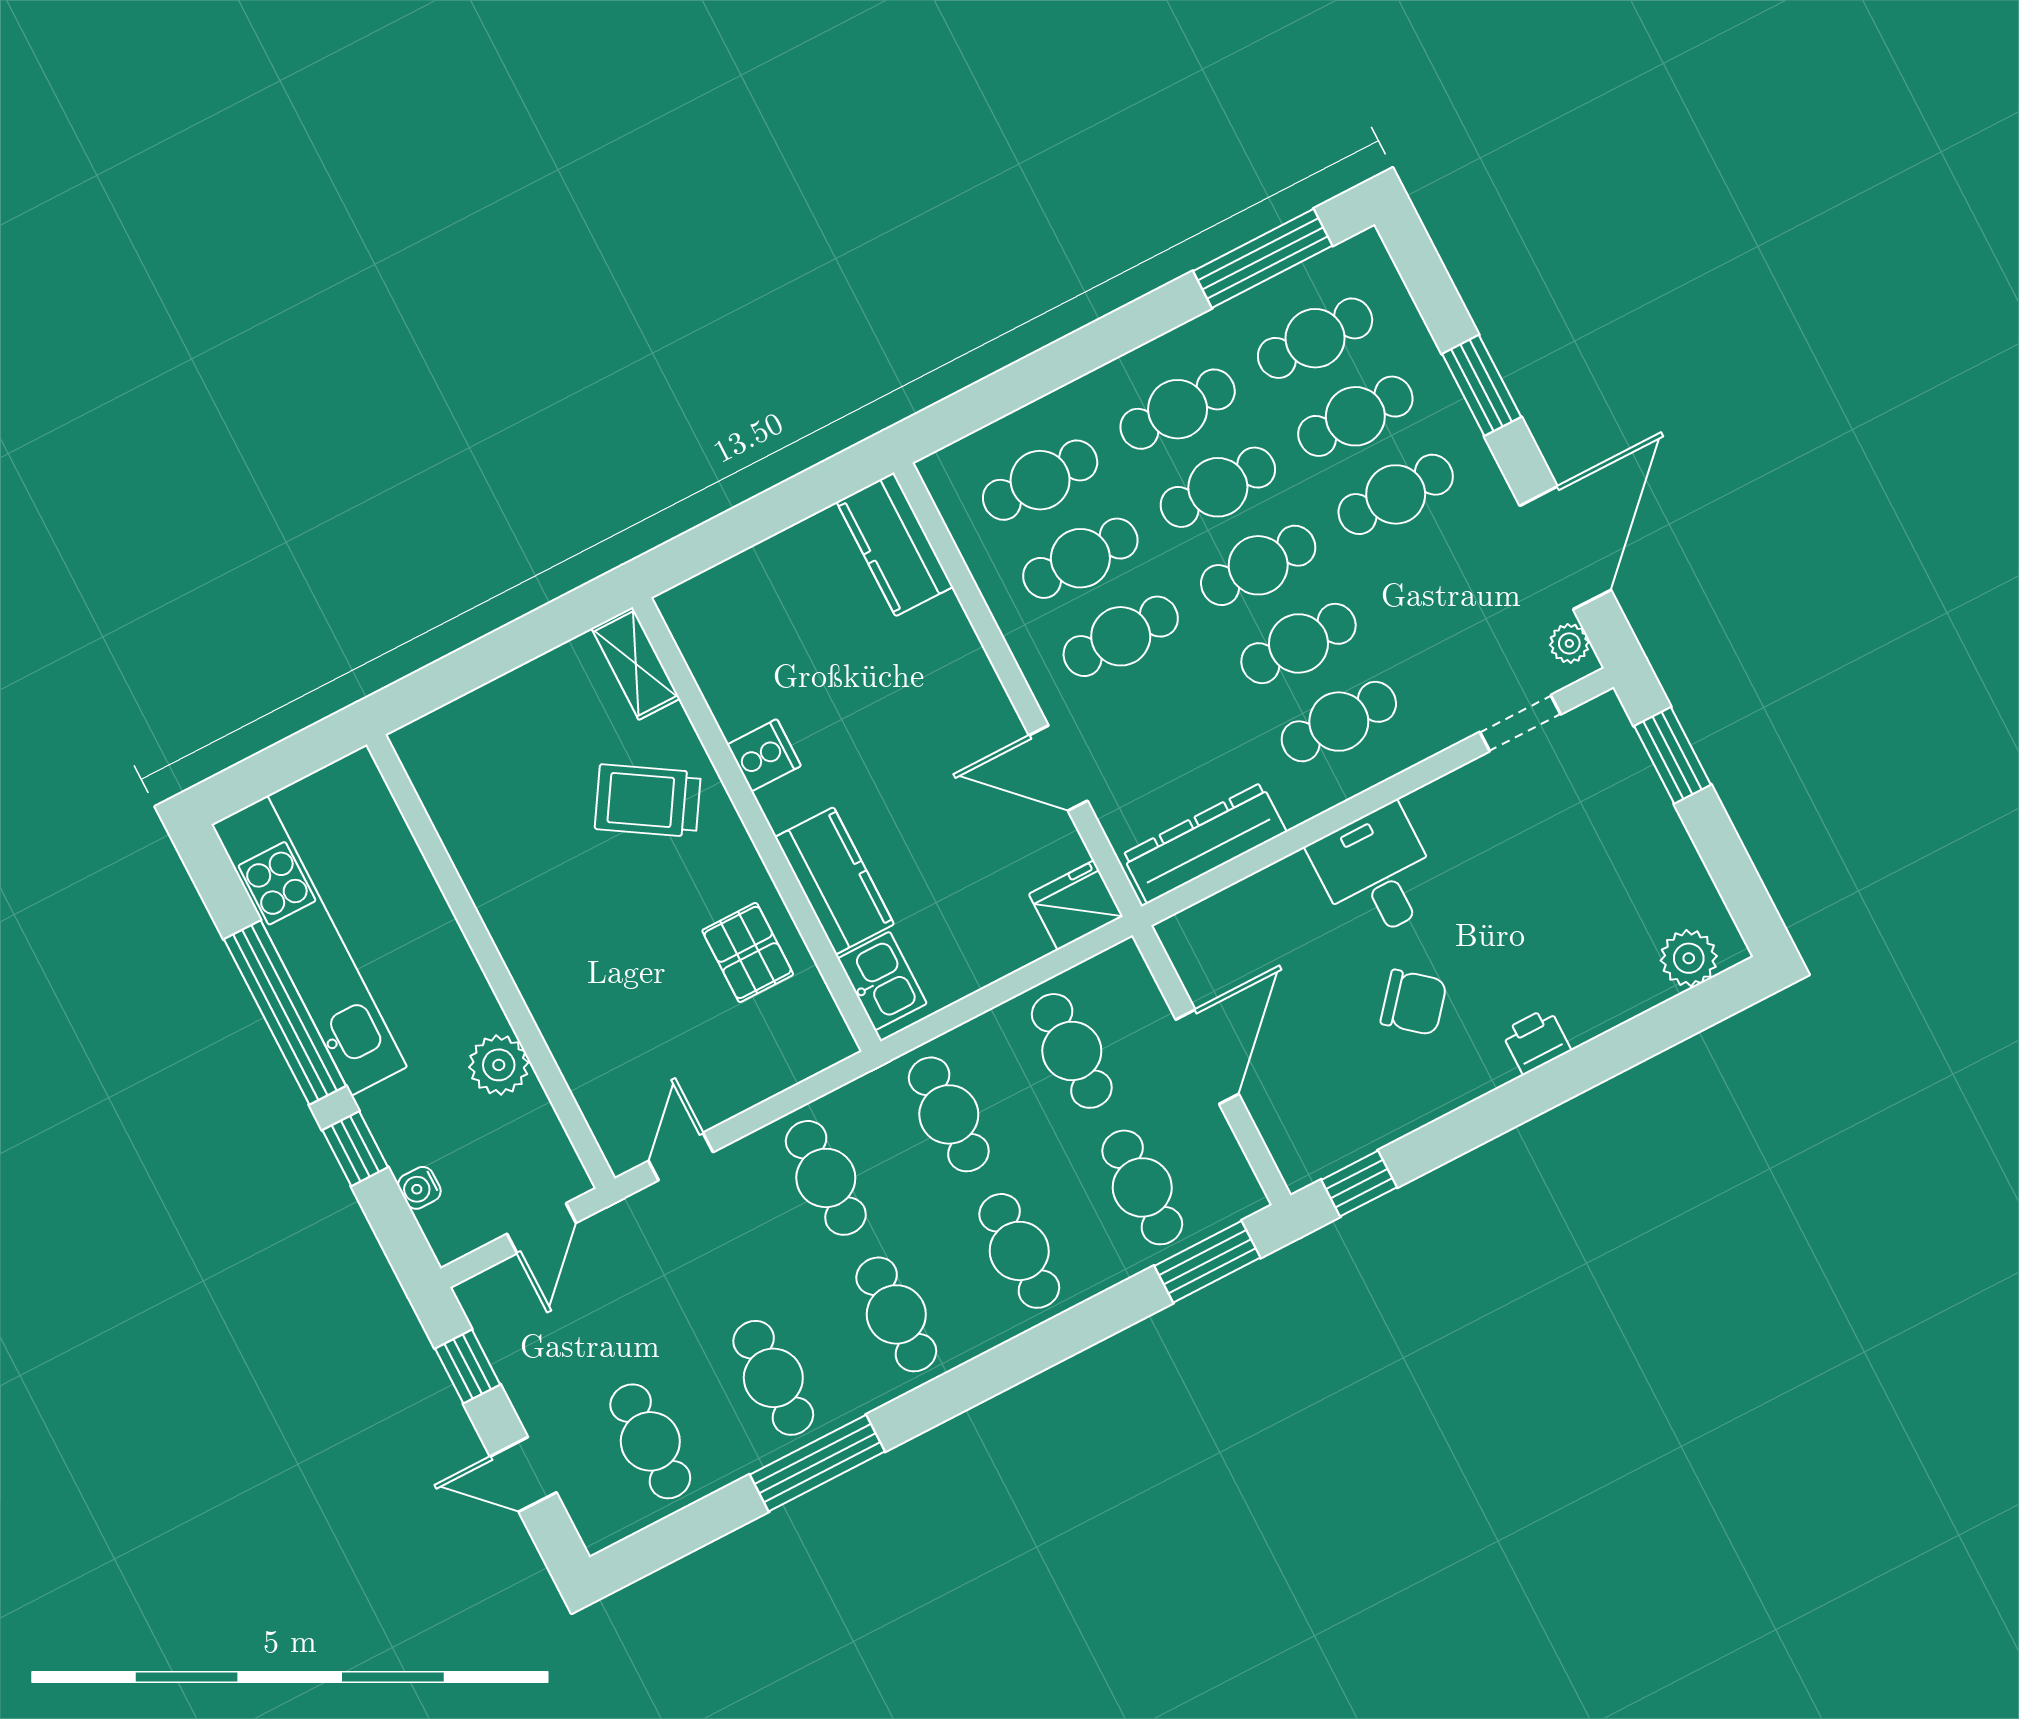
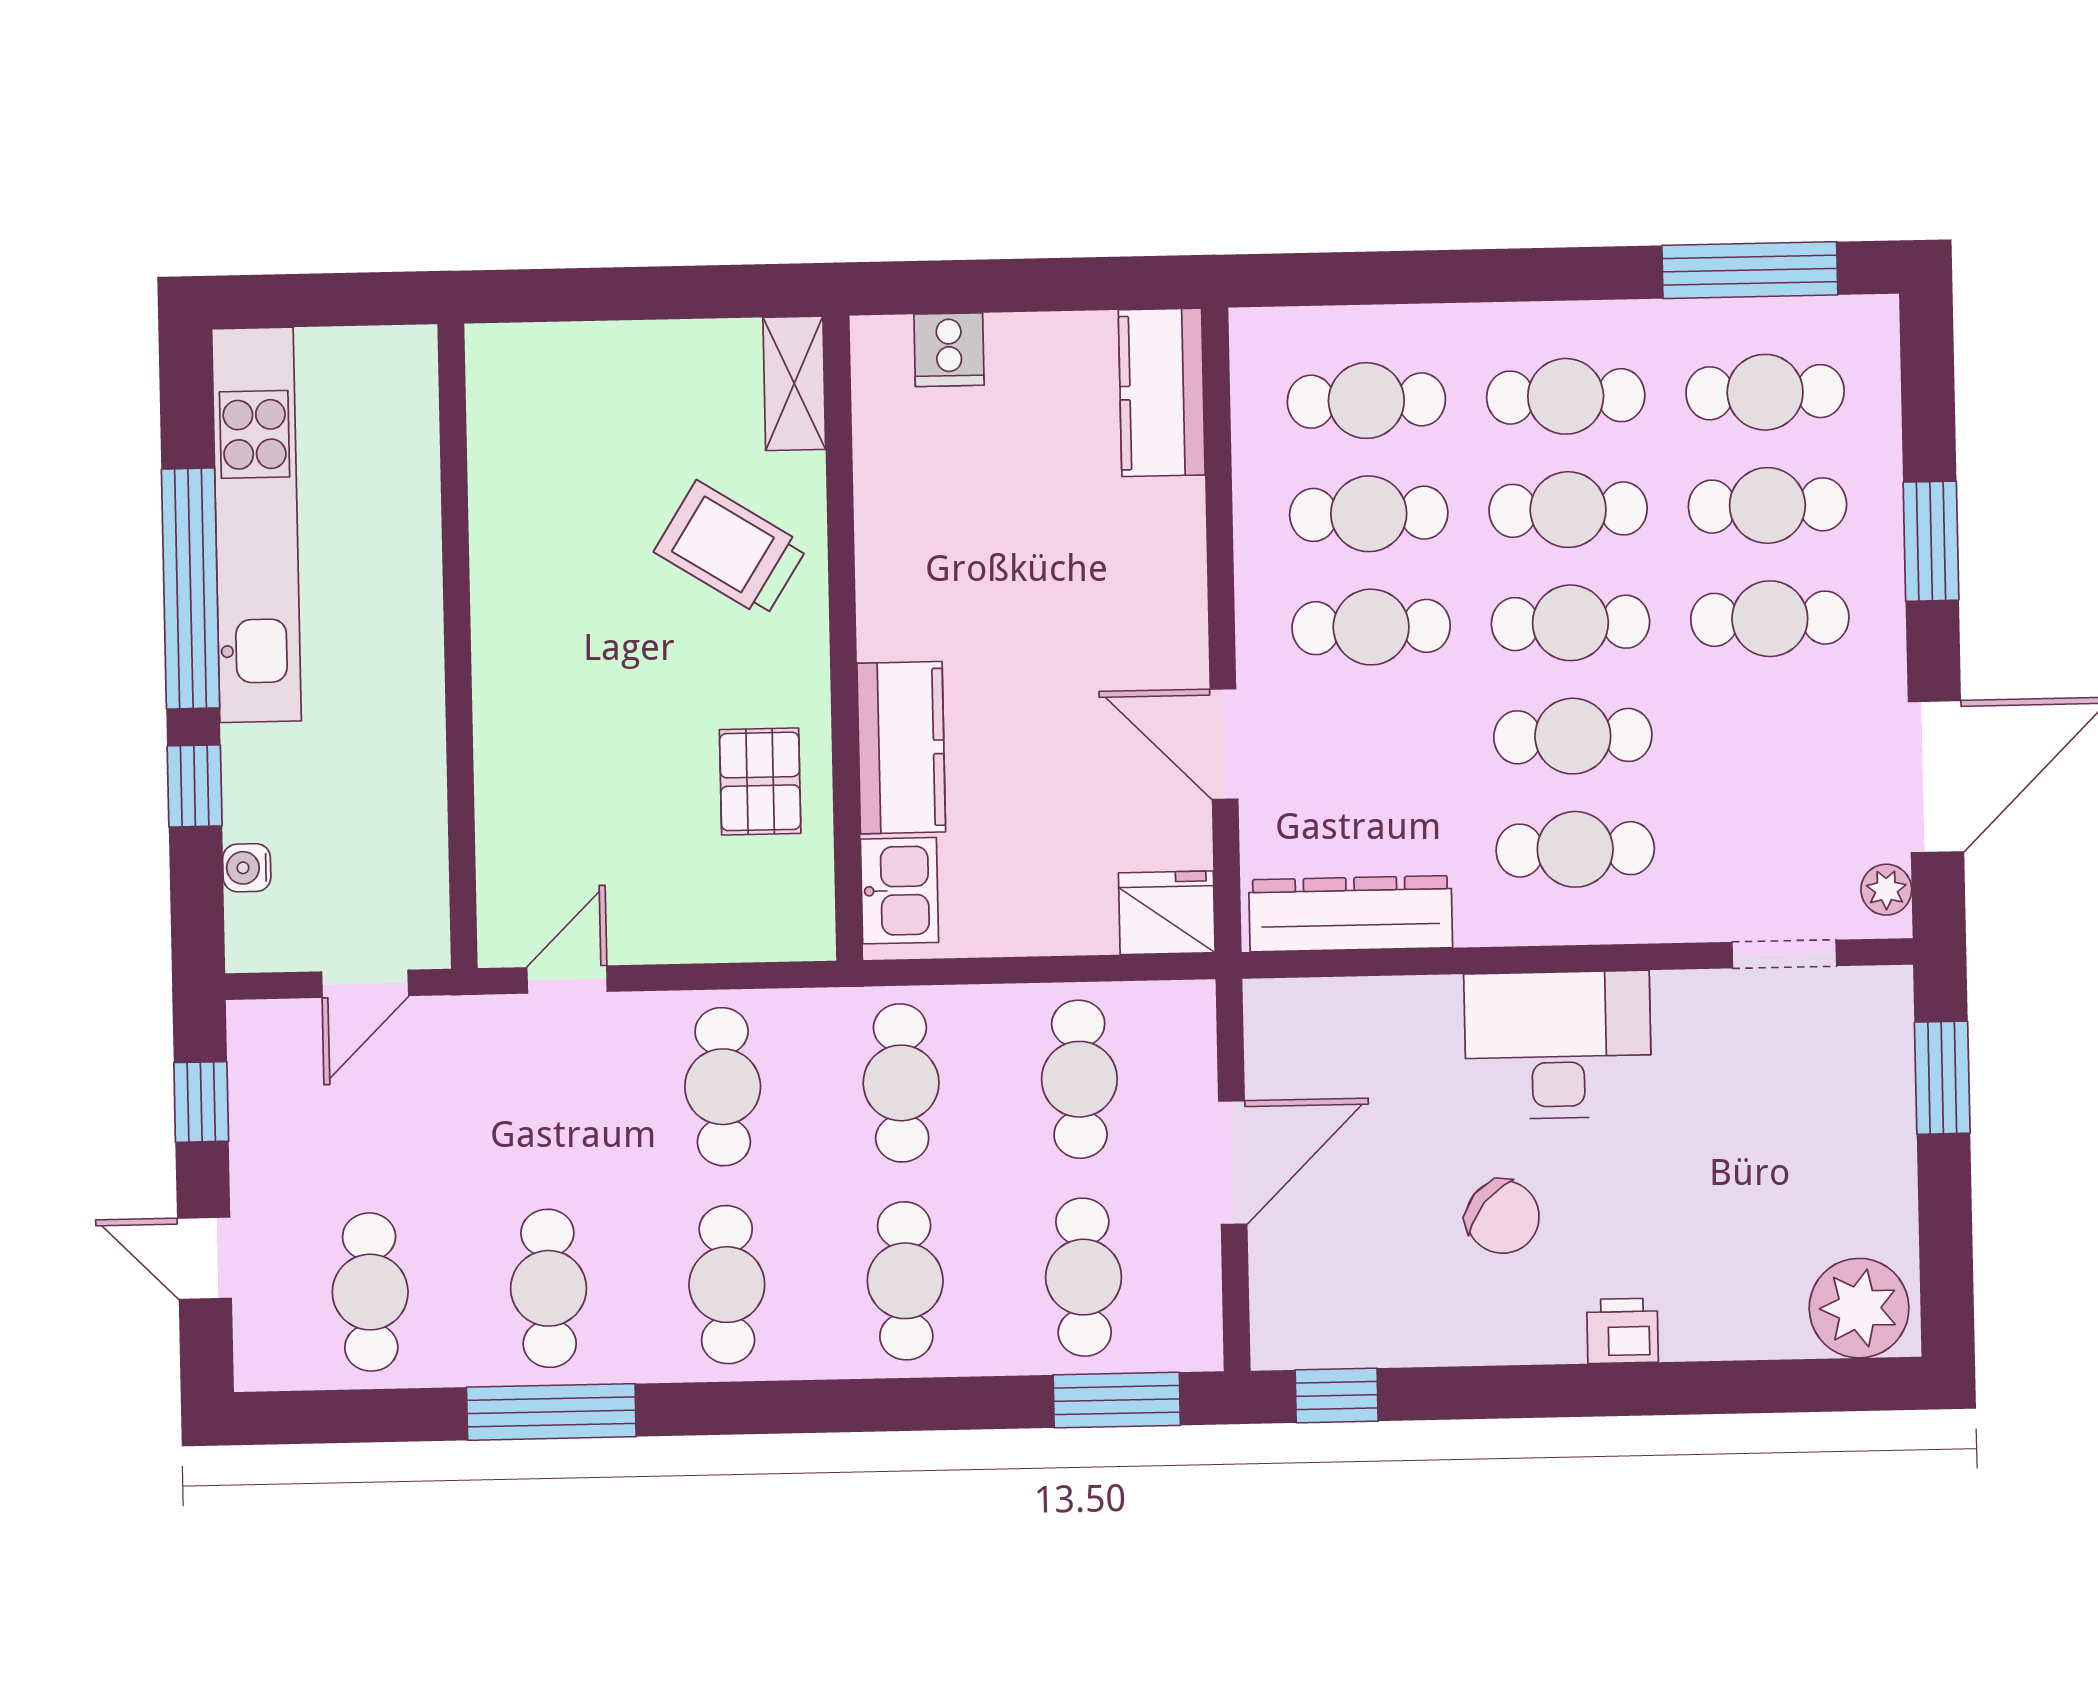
cooker: (764, 755) -> (949, 350), moved, turned 90
desk: (1376, 873) -> (1558, 1045), width x1.37
plant: (1689, 958) -> (1859, 1308), width x1.36, depth x1.36
plant: (499, 1065) -> (408, 770), removed

